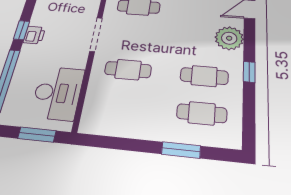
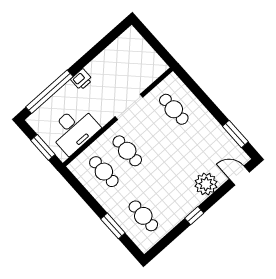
window: (22, 30) -> (85, 60), removed
printer: (34, 35) -> (82, 80), moved
cafe table: (204, 76) -> (104, 172), moved

